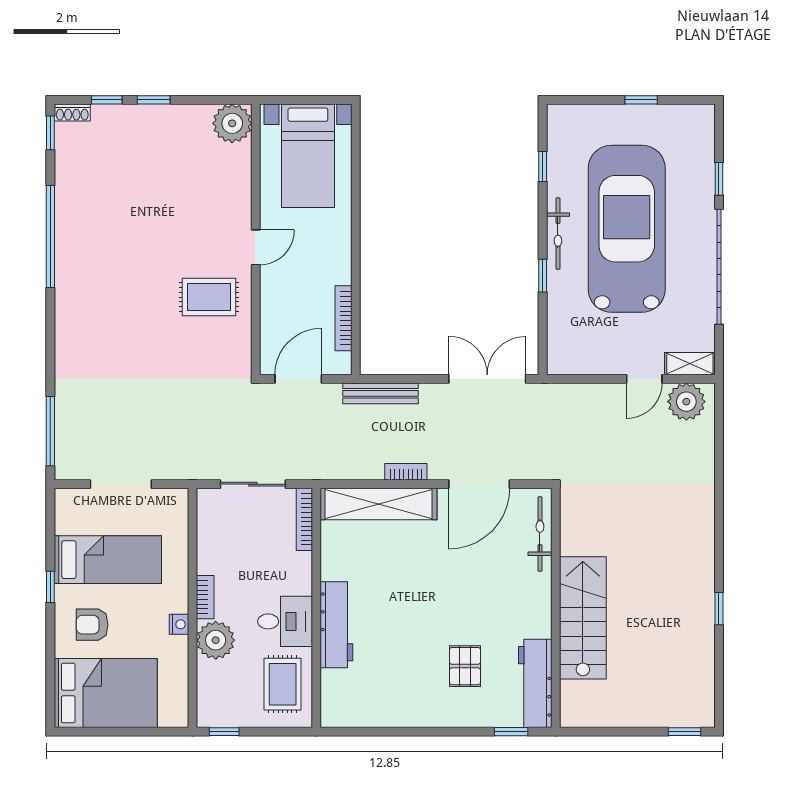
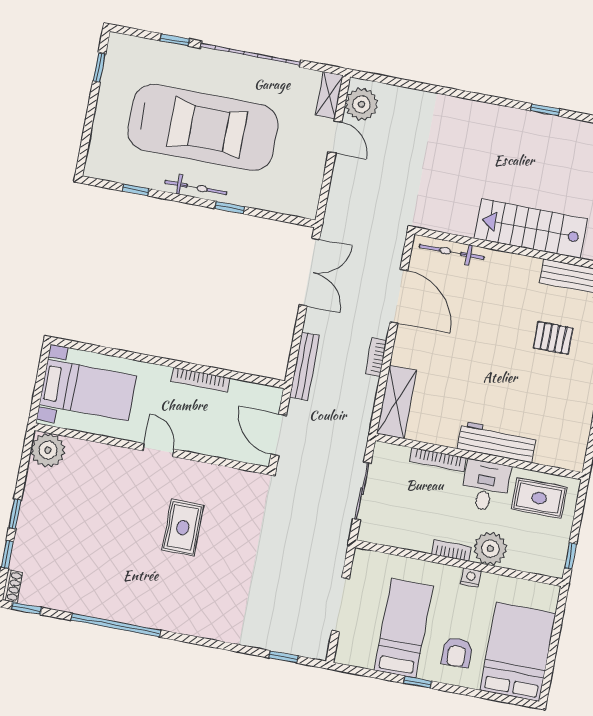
window: (641, 100) -> (99, 68), moved
car: (627, 229) -> (203, 128), turned 180
rug: (209, 297) -> (183, 528), moved
bookcase: (343, 318) -> (200, 380), moved
double door: (487, 379) -> (309, 272), swing flipped
window: (50, 431) -> (283, 657), width x0.46
shelving: (379, 504) -> (397, 402), width x0.68
bookcase: (304, 519) -> (438, 460), moved

